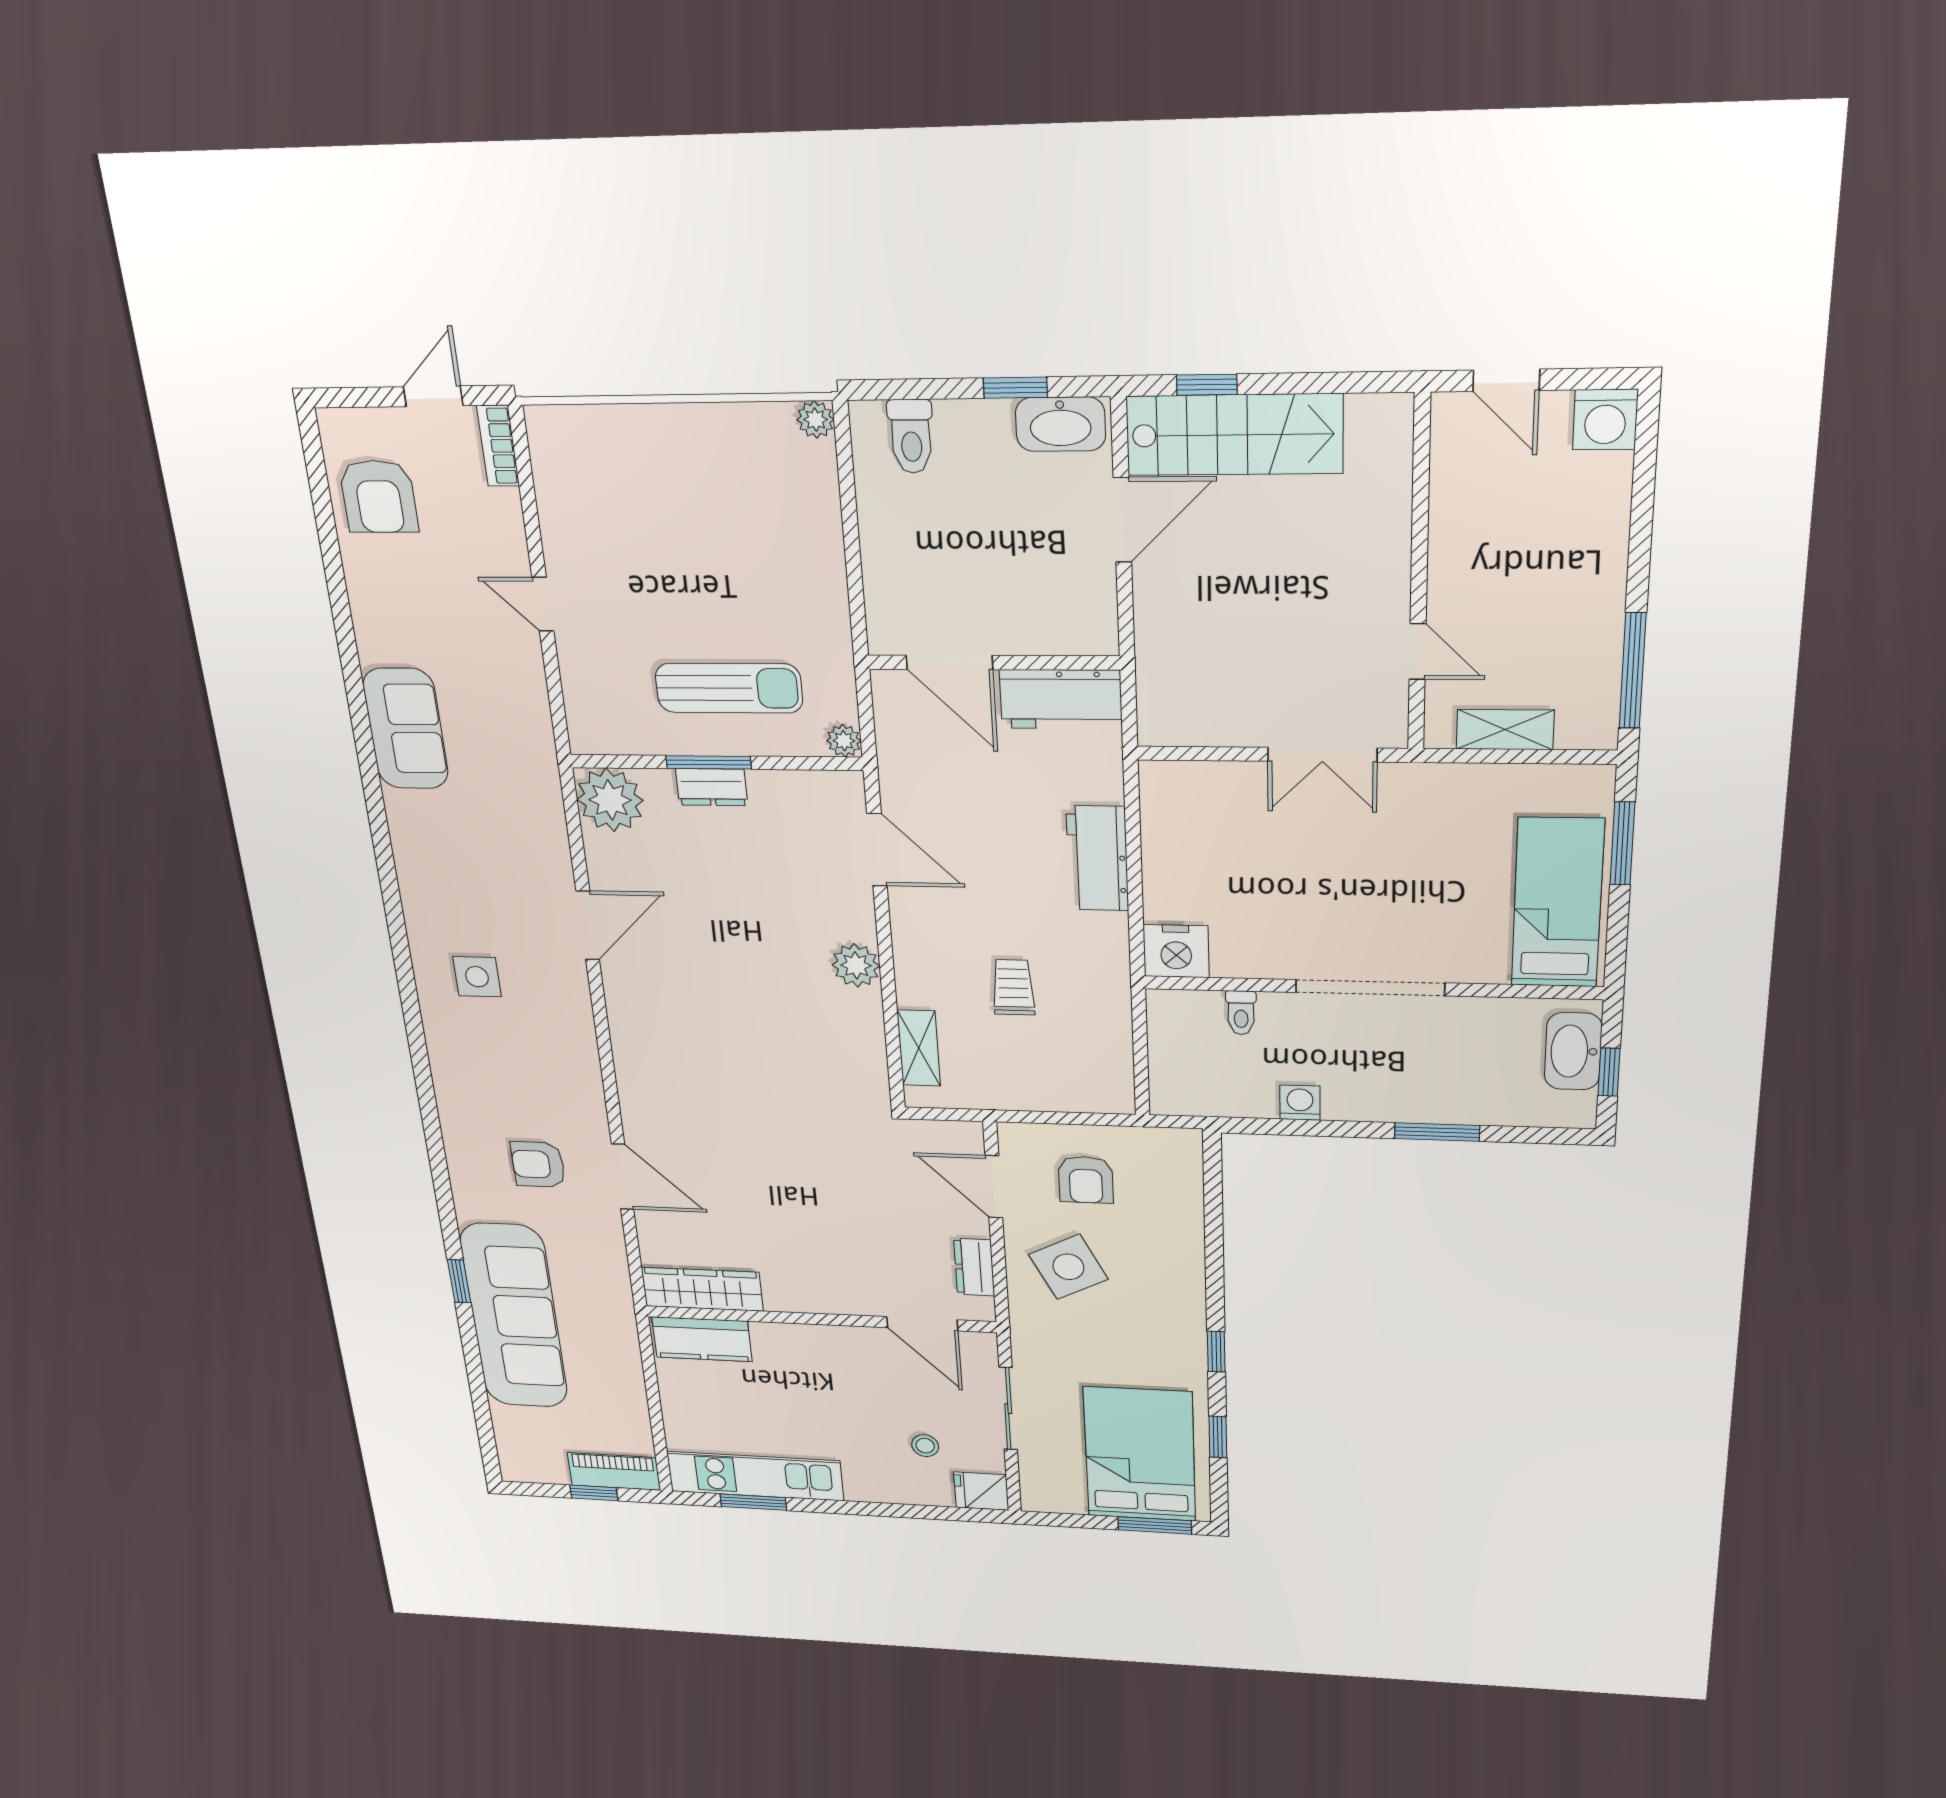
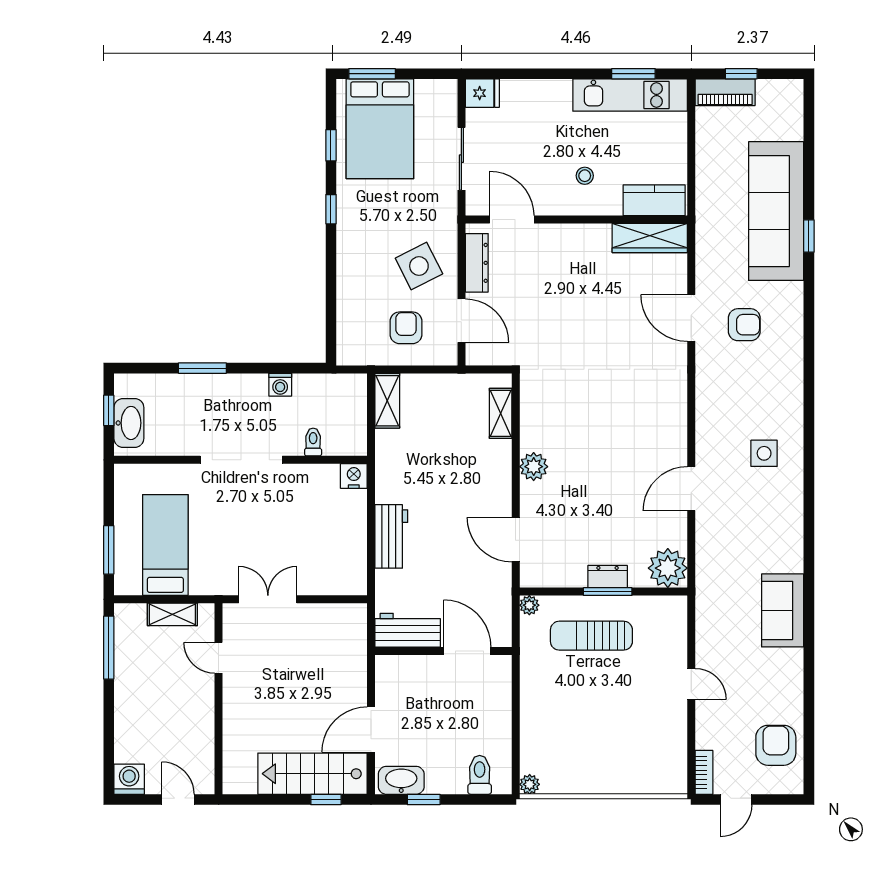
bed: (1558, 903) -> (165, 545), moved, turned 180
nightstand: (1176, 951) -> (354, 476), width x0.74, depth x0.75
trolley: (1013, 987) -> (443, 455), removed
shelving: (1113, 1073) -> (387, 401), added
dresser: (974, 1267) -> (477, 263), width x1.44
stool: (925, 1446) -> (585, 176), moved

